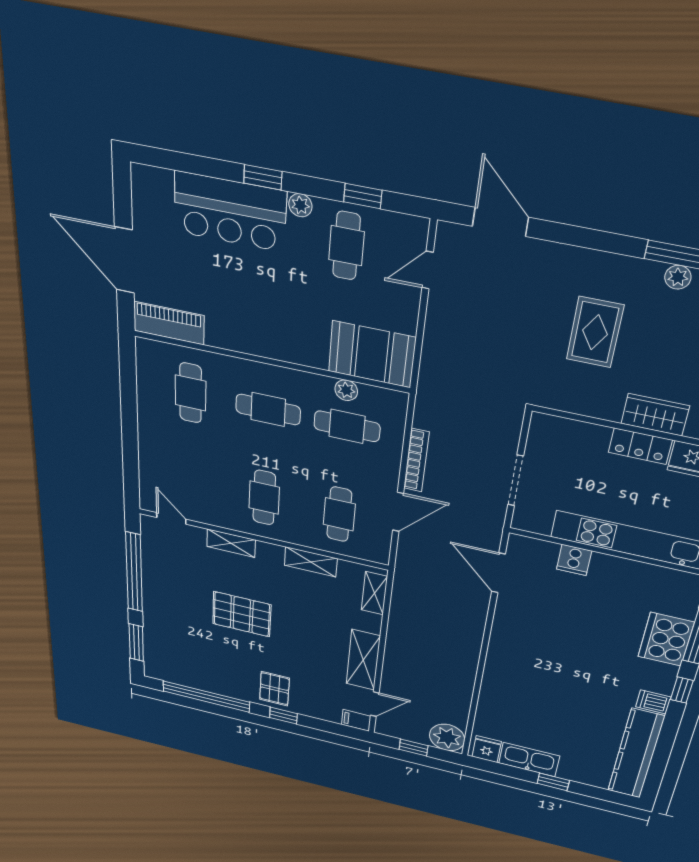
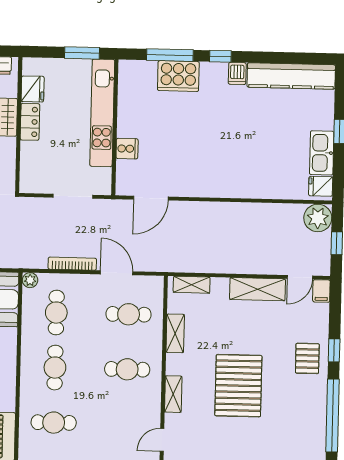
plant: (346, 390) -> (30, 280), moved
pallet: (242, 614) -> (238, 386), width x1.37, depth x1.41
pallet: (274, 689) -> (307, 358), turned 90
door: (375, 704) -> (300, 277), swing flipped

